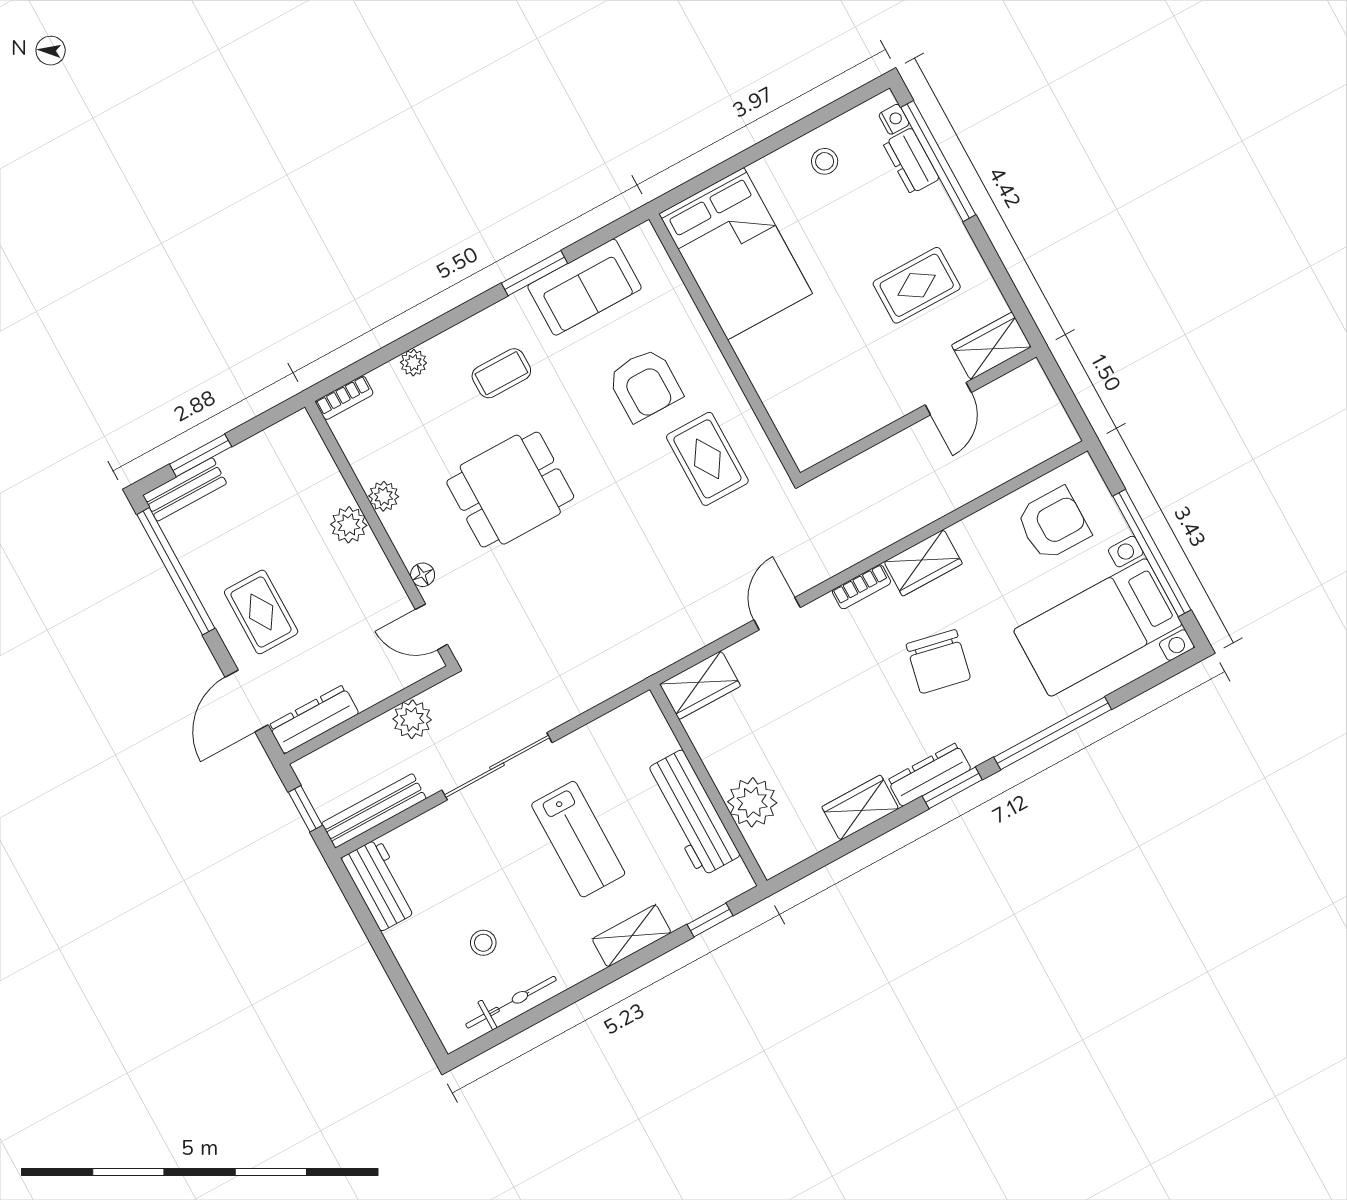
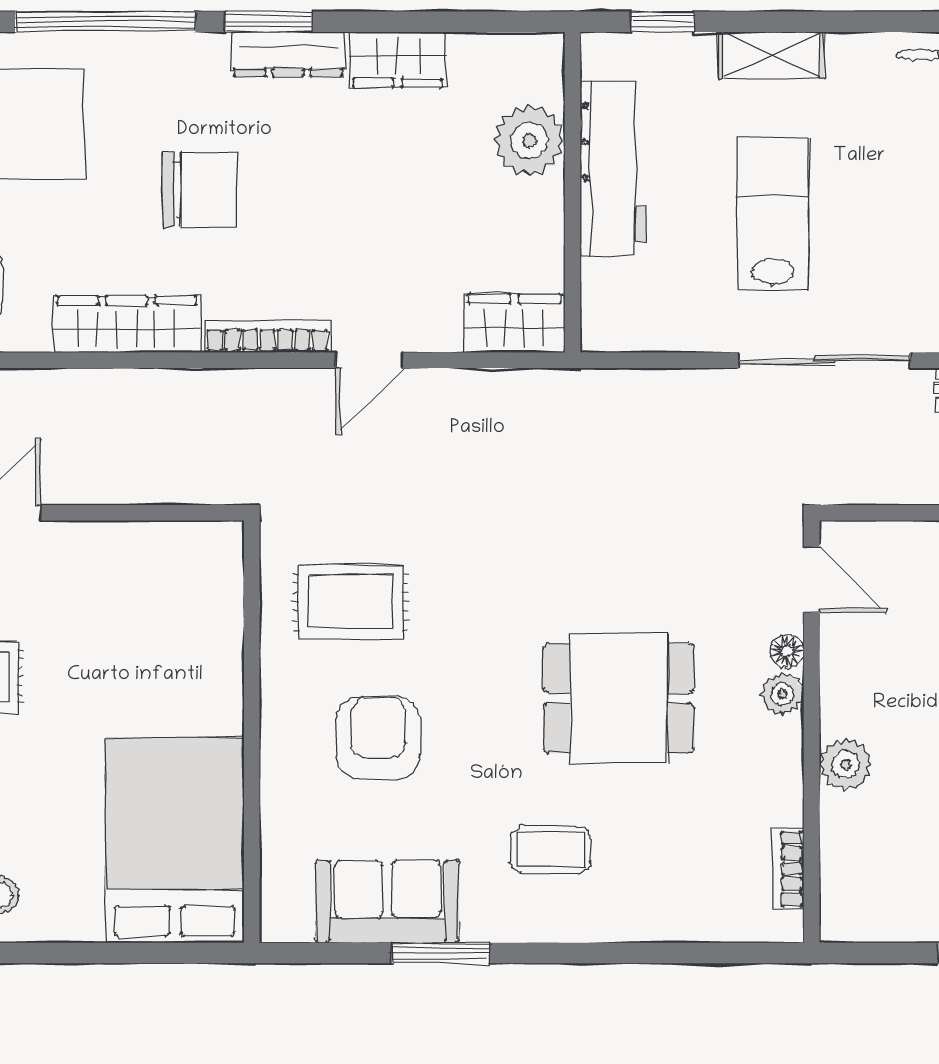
plant: (413, 363) -> (653, 924), removed
bookcase: (344, 398) -> (788, 869), moved, turned -90
rug: (707, 459) -> (351, 602), turned 90
plant: (384, 496) -> (782, 694), moved
wardrobe: (923, 563) -> (127, 324), width x1.50
bookcase: (861, 587) -> (268, 336), width x1.56
chair: (938, 662) -> (200, 190), turned 78
plant: (412, 719) -> (899, 477), removed

